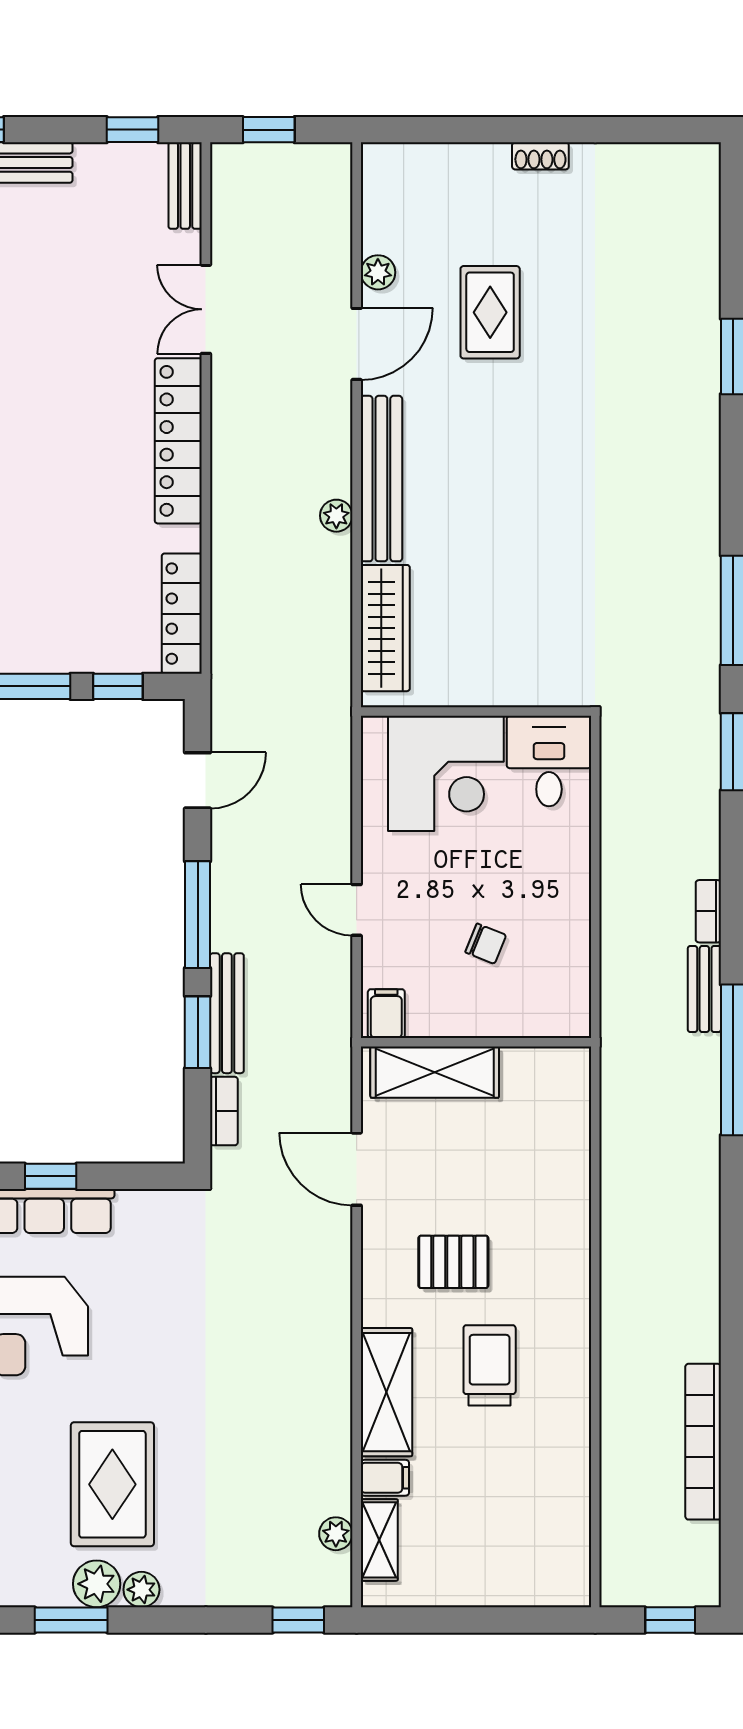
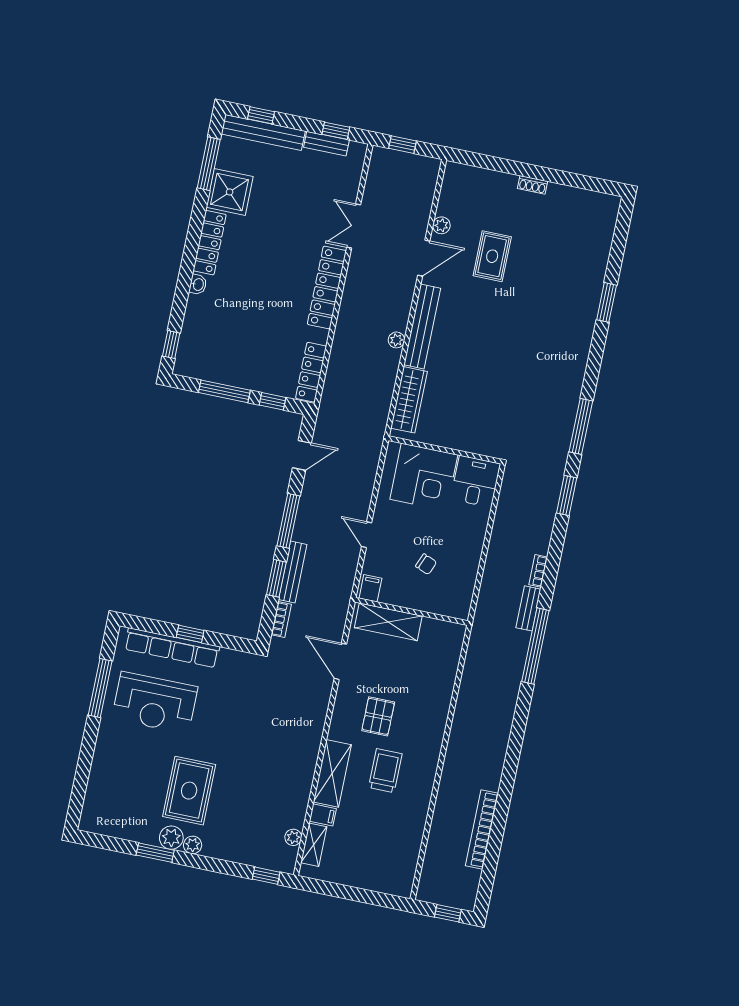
bench: (185, 186) -> (326, 144), moved, turned 90
pallet: (453, 1262) -> (378, 716), turned 90

